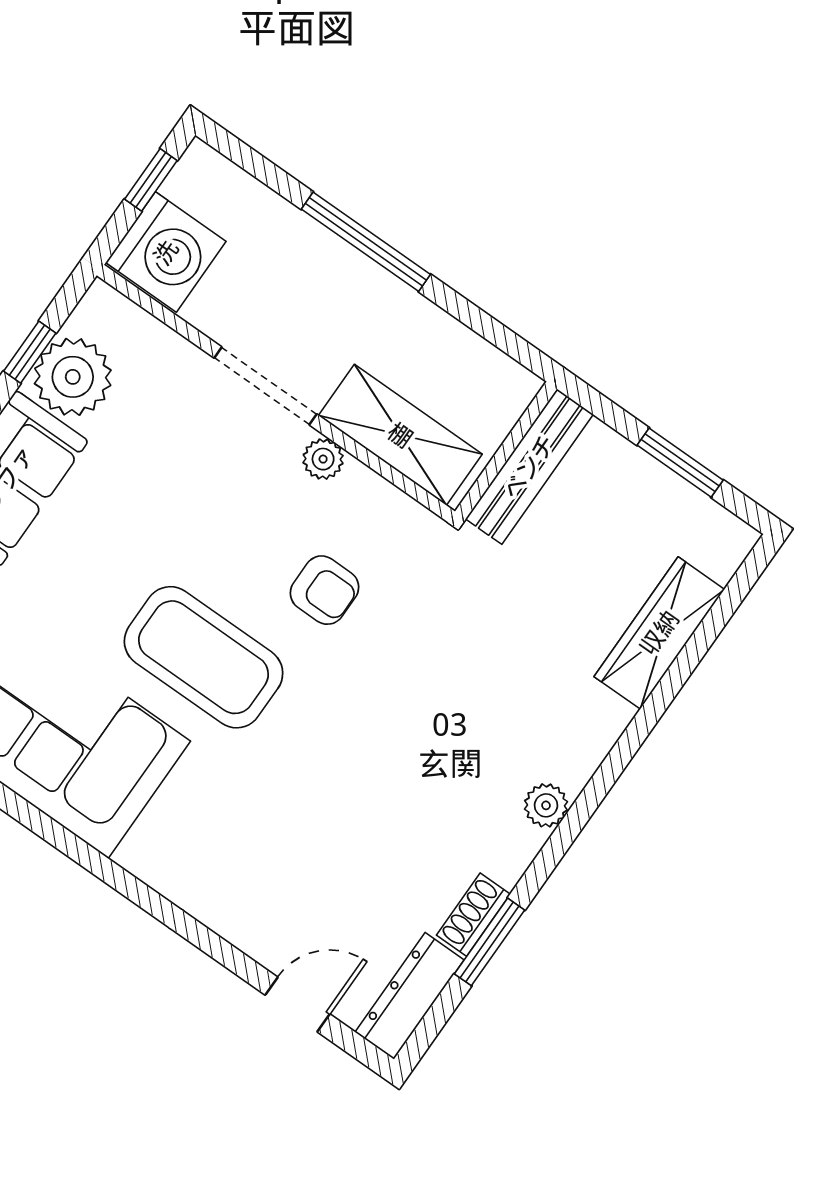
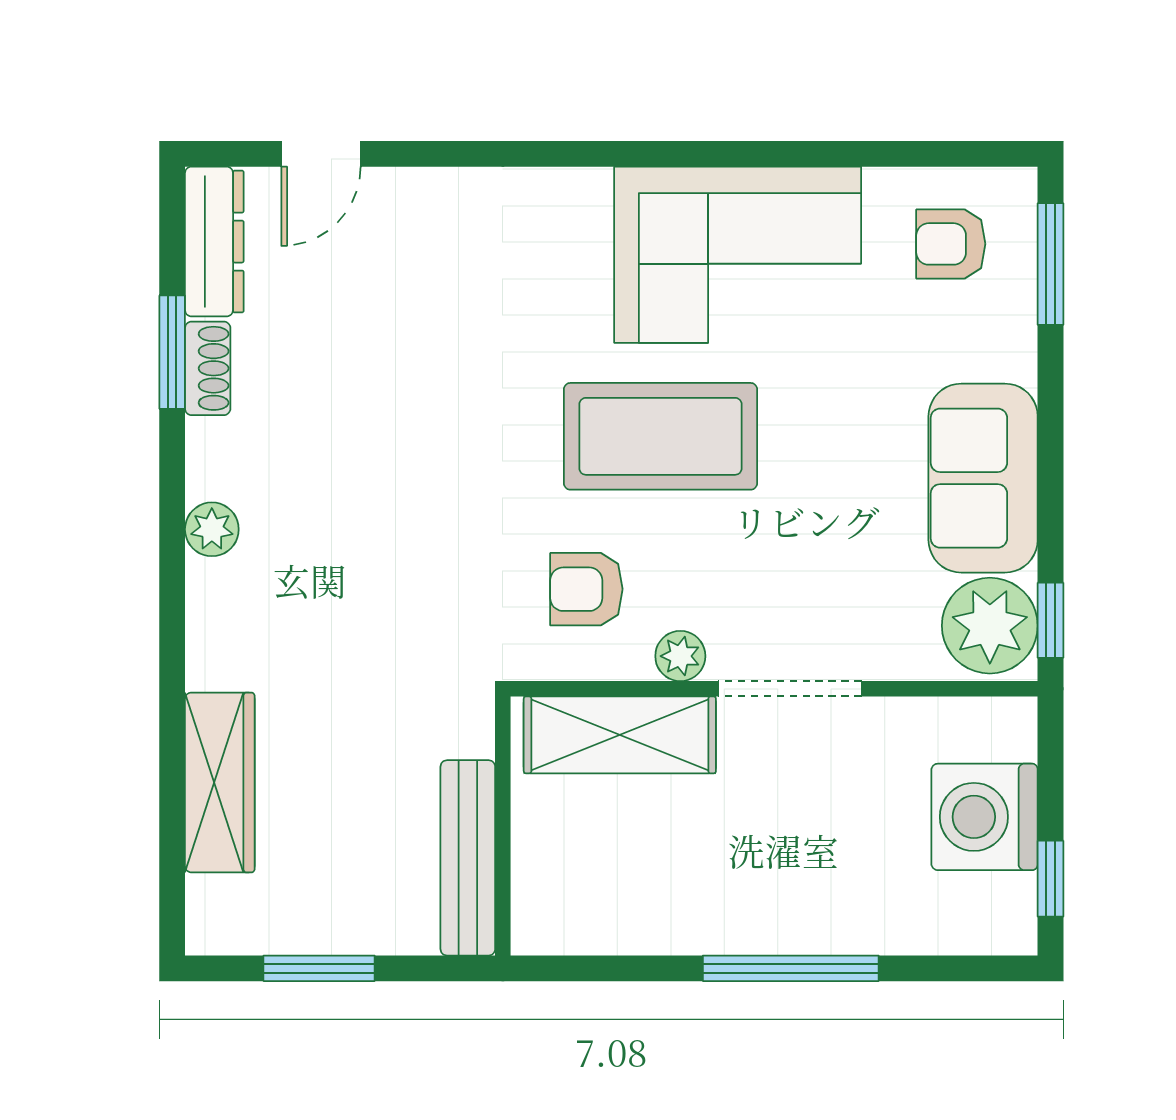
doorway: (265, 386) -> (790, 689), moved
wall: (276, 393) -> (774, 689), moved
shelving: (400, 435) -> (620, 735), moved
plant: (323, 459) -> (680, 656), moved

